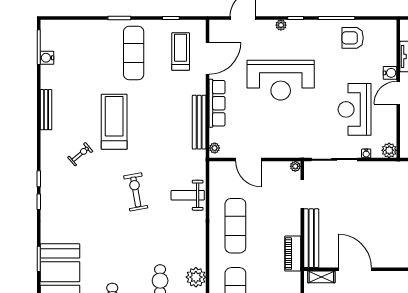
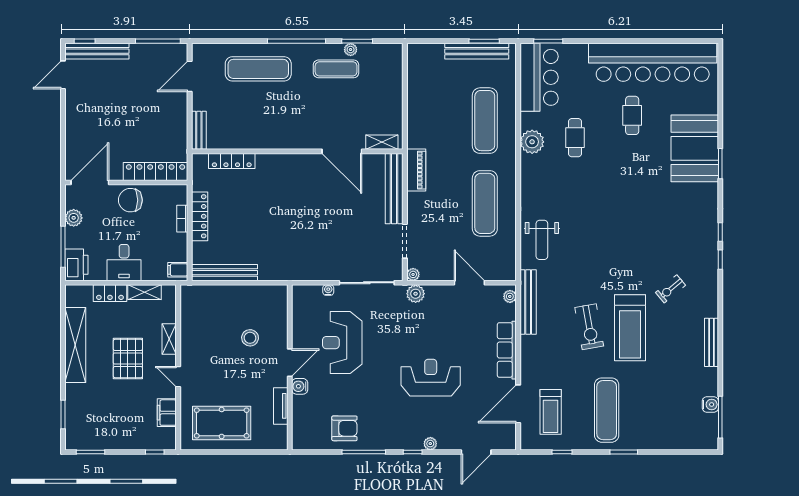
reception desk: (281, 80) -> (431, 378), width x0.74, depth x0.77
reception desk: (355, 109) -> (342, 343), turned 180
bench: (199, 122) -> (528, 302), moved
plant: (389, 150) -> (416, 294), moved
exercise bike: (136, 192) -> (589, 327), moved
weight bench: (188, 195) -> (542, 240), turned 90

